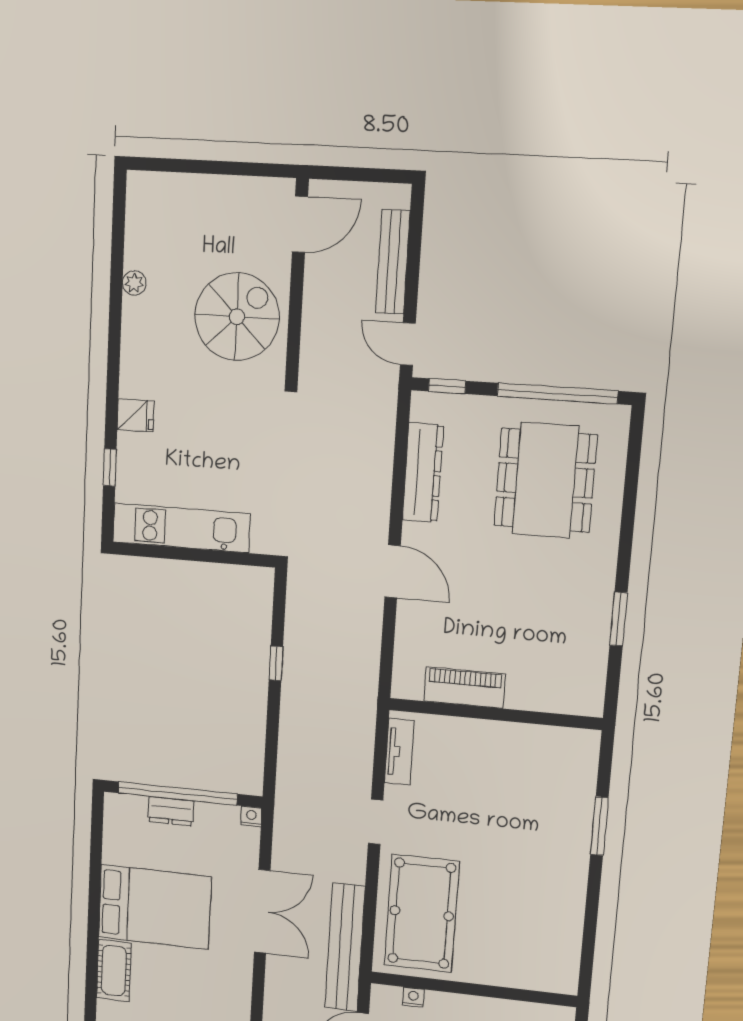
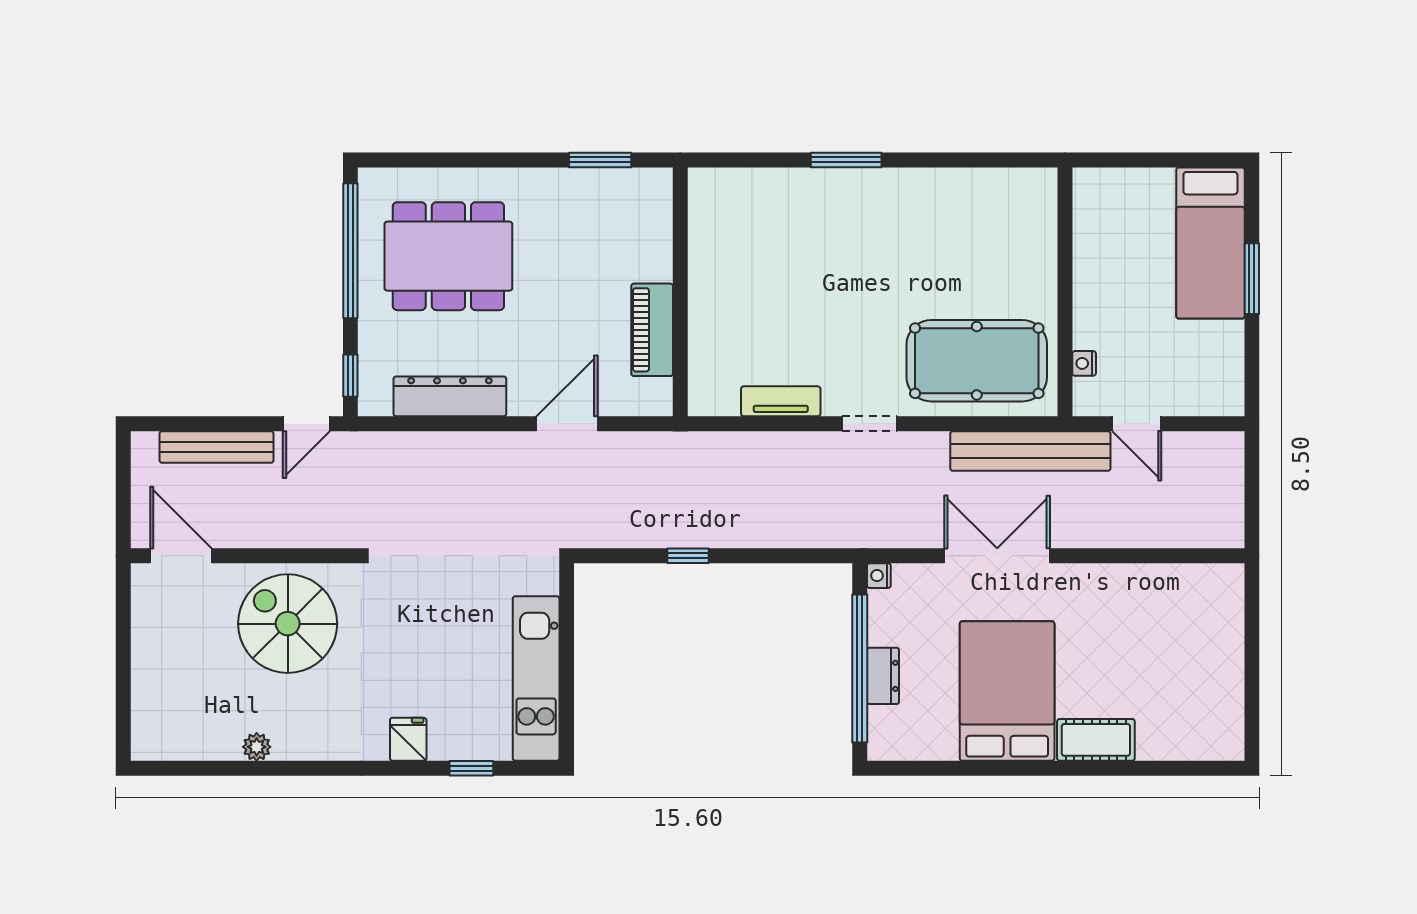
piano: (465, 687) -> (652, 330), moved
wall: (495, 714) -> (680, 292), moved

